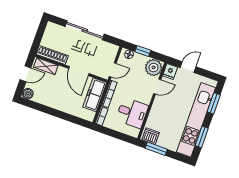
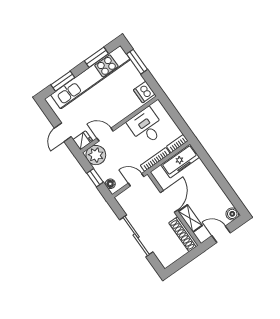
shelving: (46, 66) -> (190, 218), moved
door: (188, 67) -> (63, 132), hinge flipped
freezer: (95, 95) -> (180, 161), moved
window: (156, 149) -> (137, 62), moved

